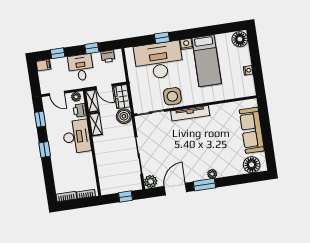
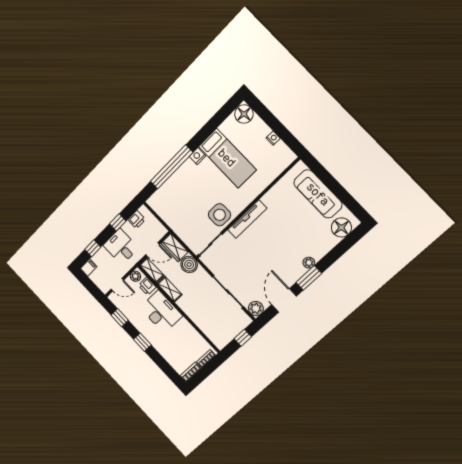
window: (162, 38) -> (172, 167), width x3.17
desk: (159, 61) -> (184, 190), removed

